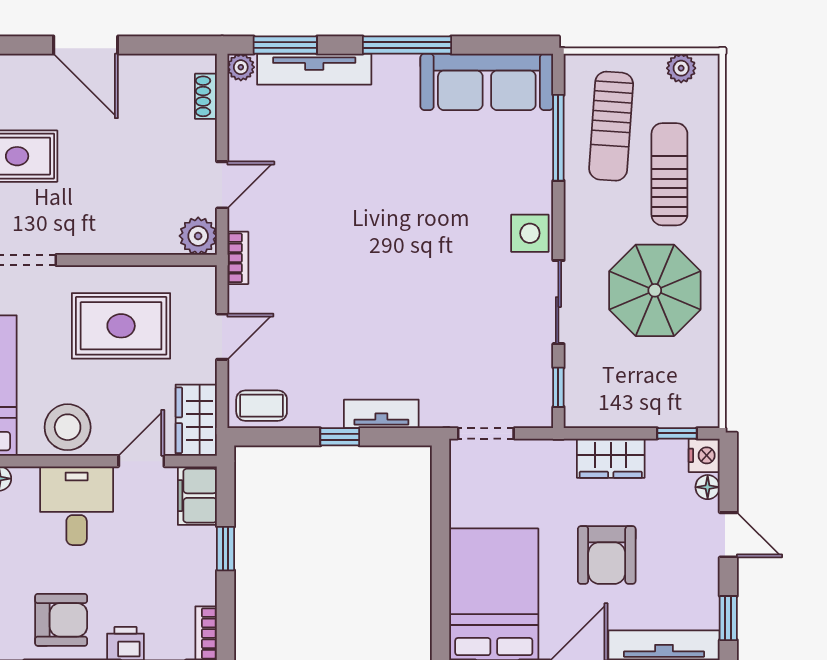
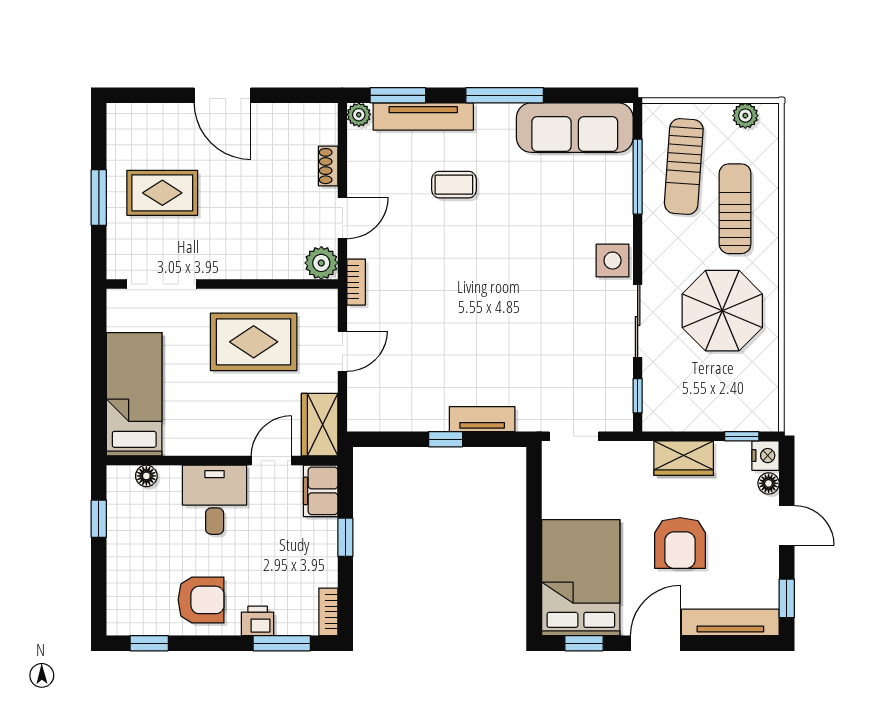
shoe rack: (206, 96) -> (328, 166), moved
coffee table: (262, 406) -> (454, 185), moved
stool: (68, 427) -> (207, 431), removed

